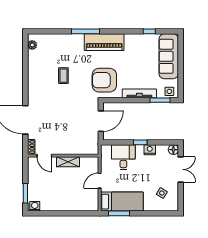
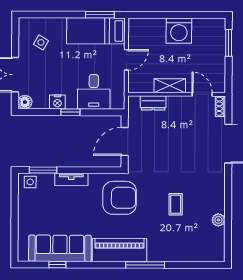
plant: (32, 45) -> (218, 220), moved
sofa: (169, 56) -> (60, 248), moved, turned -90
tv unit: (139, 93) -> (71, 179), width x0.71
dresser: (80, 149) -> (153, 103), added
washing machine: (35, 206) -> (179, 31), moved, width x1.89, depth x1.89

